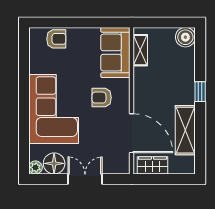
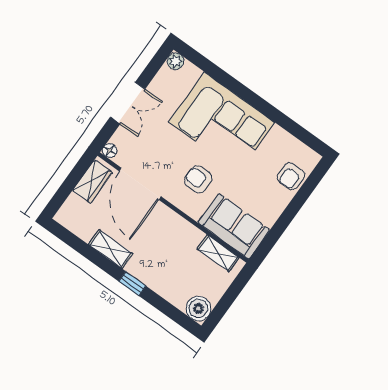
armchair: (102, 98) -> (198, 179), turned -90
shelving: (185, 130) -> (111, 249), width x0.67, depth x0.75
door: (132, 133) -> (140, 184), hinge flipped
floor lamp: (54, 163) -> (110, 151), moved, width x0.53, depth x0.53

